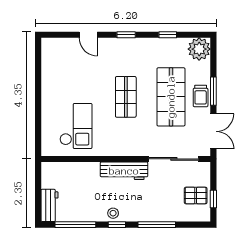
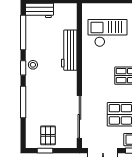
checkout: (76, 126) -> (107, 33), turned 180
workbench: (124, 171) -> (69, 50), moved

